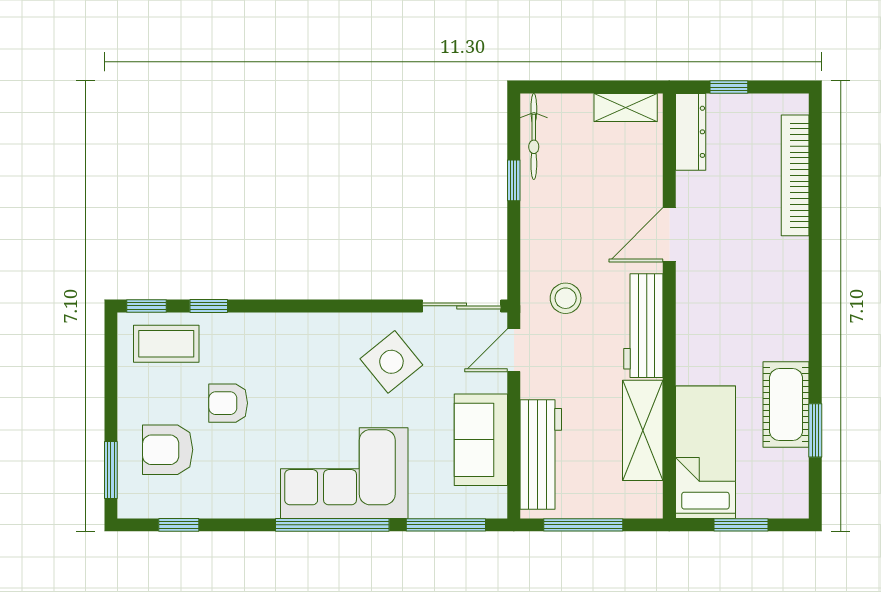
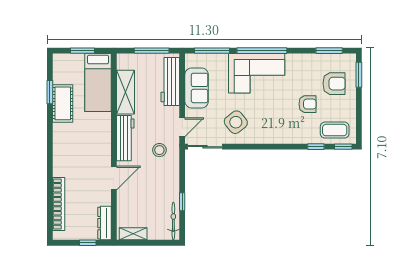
window: (179, 525) -> (329, 51), width x1.50

